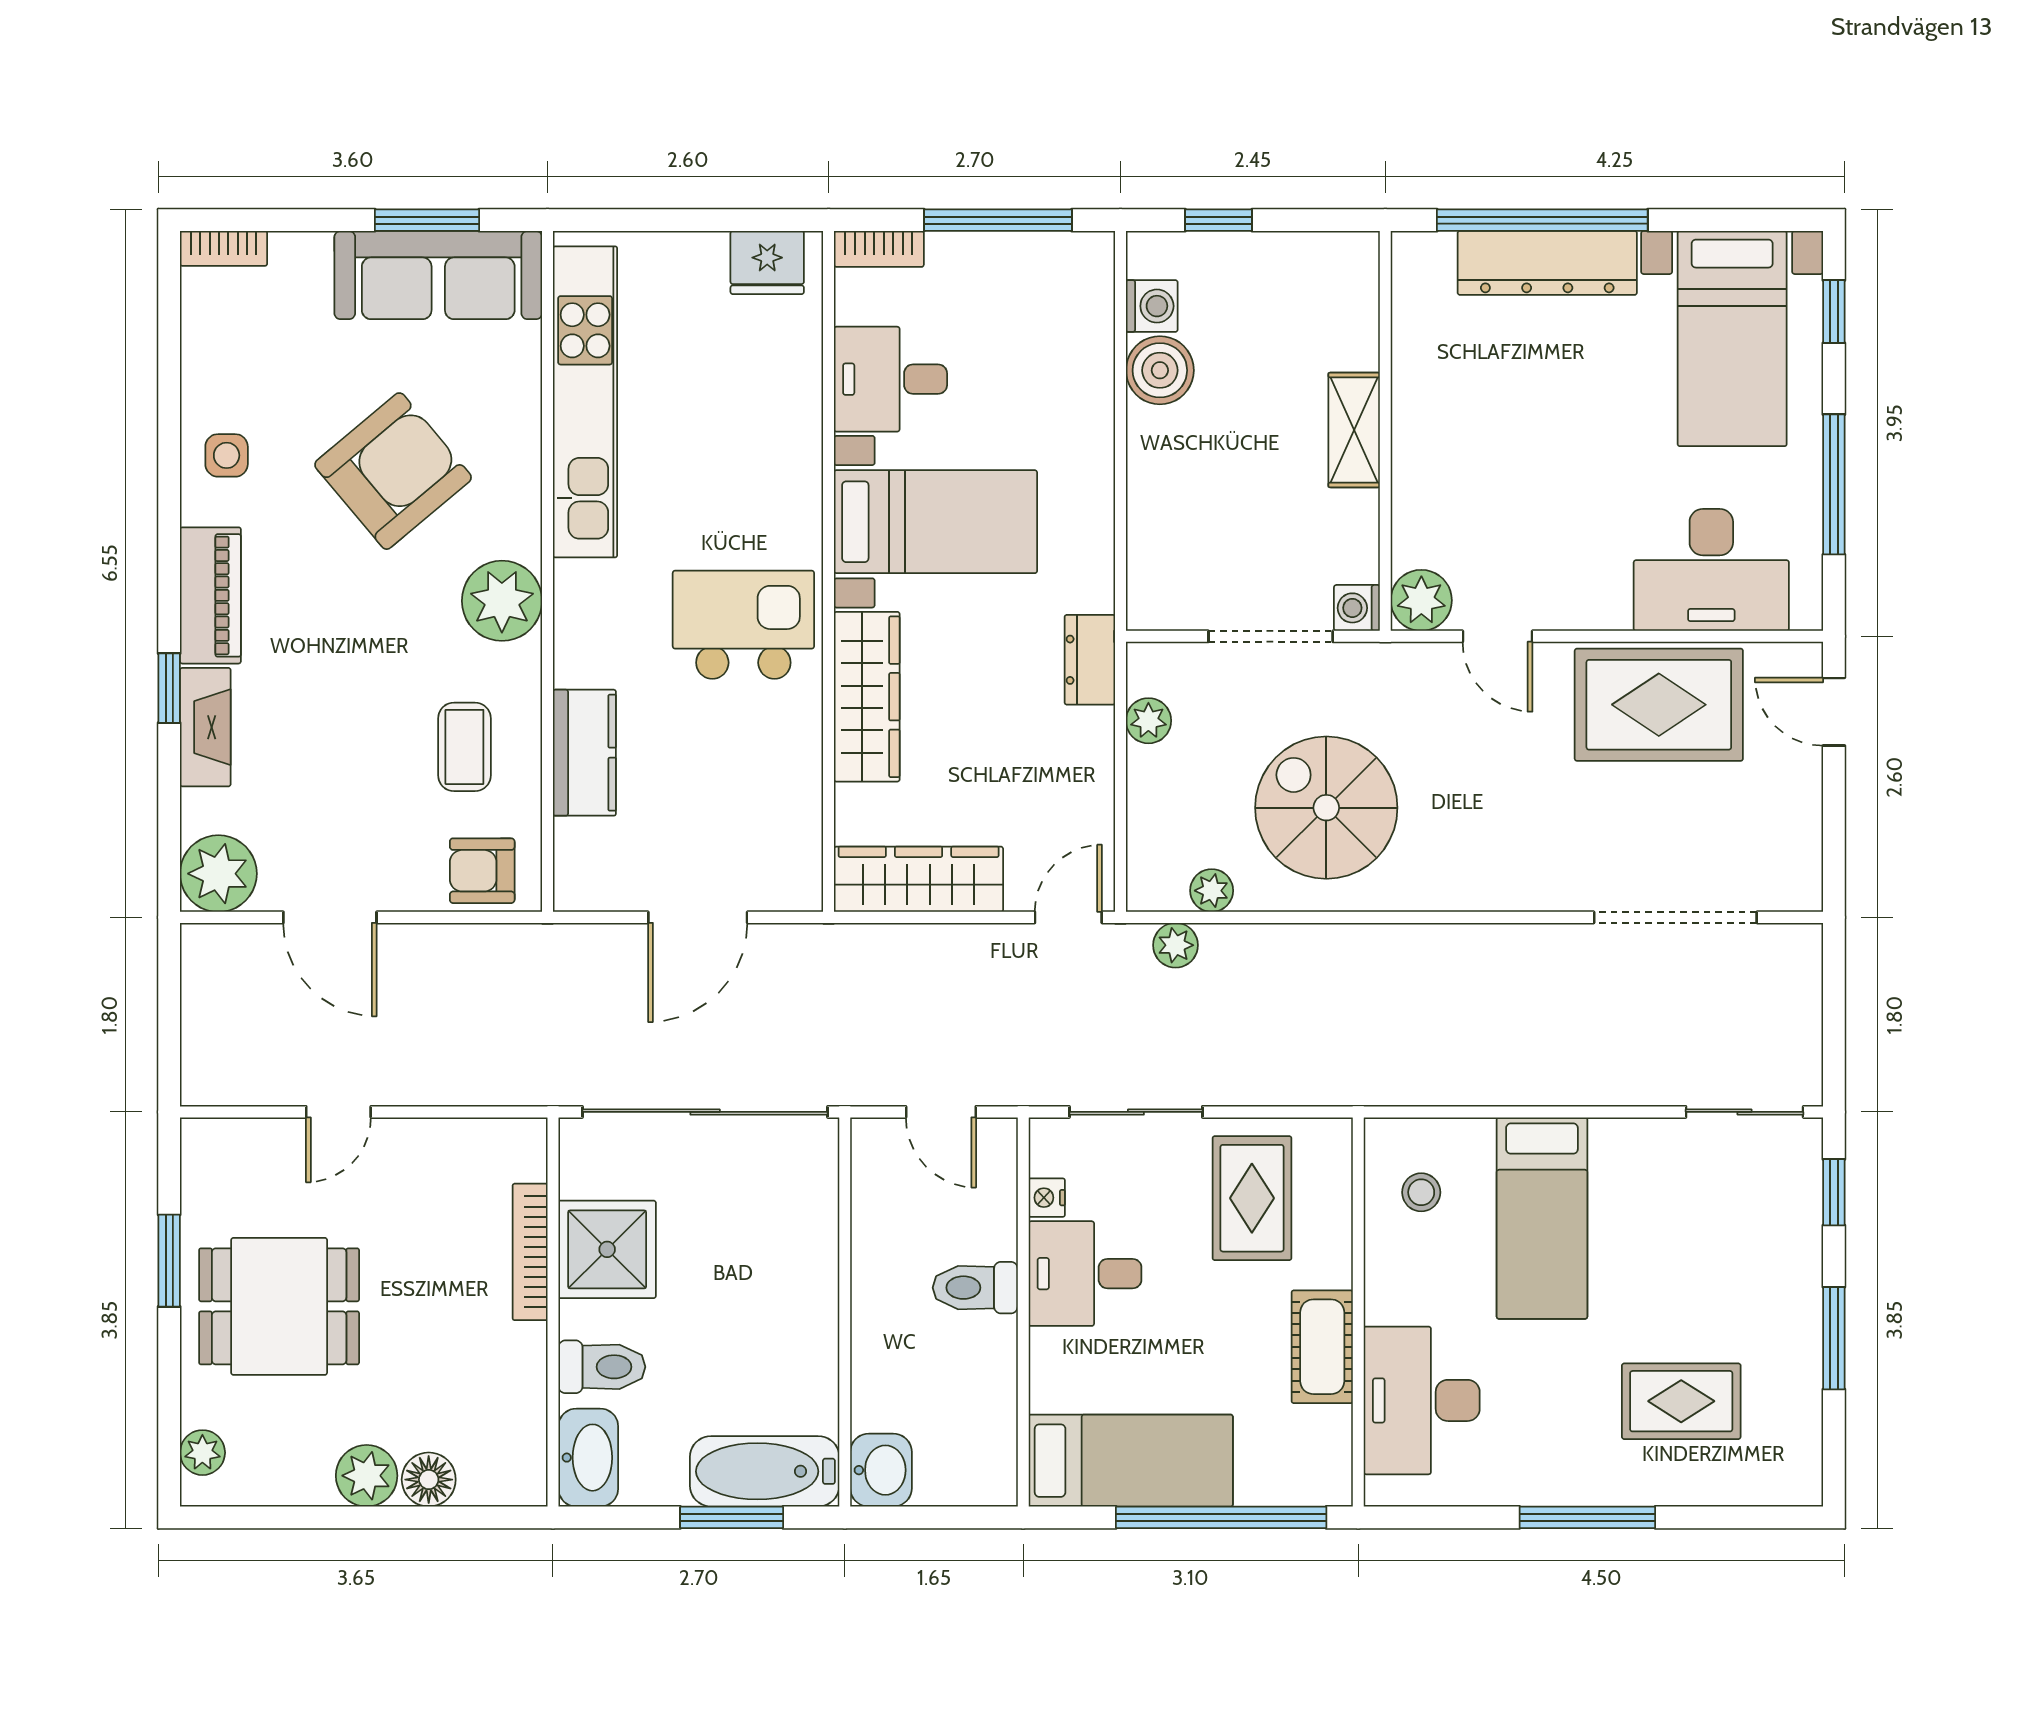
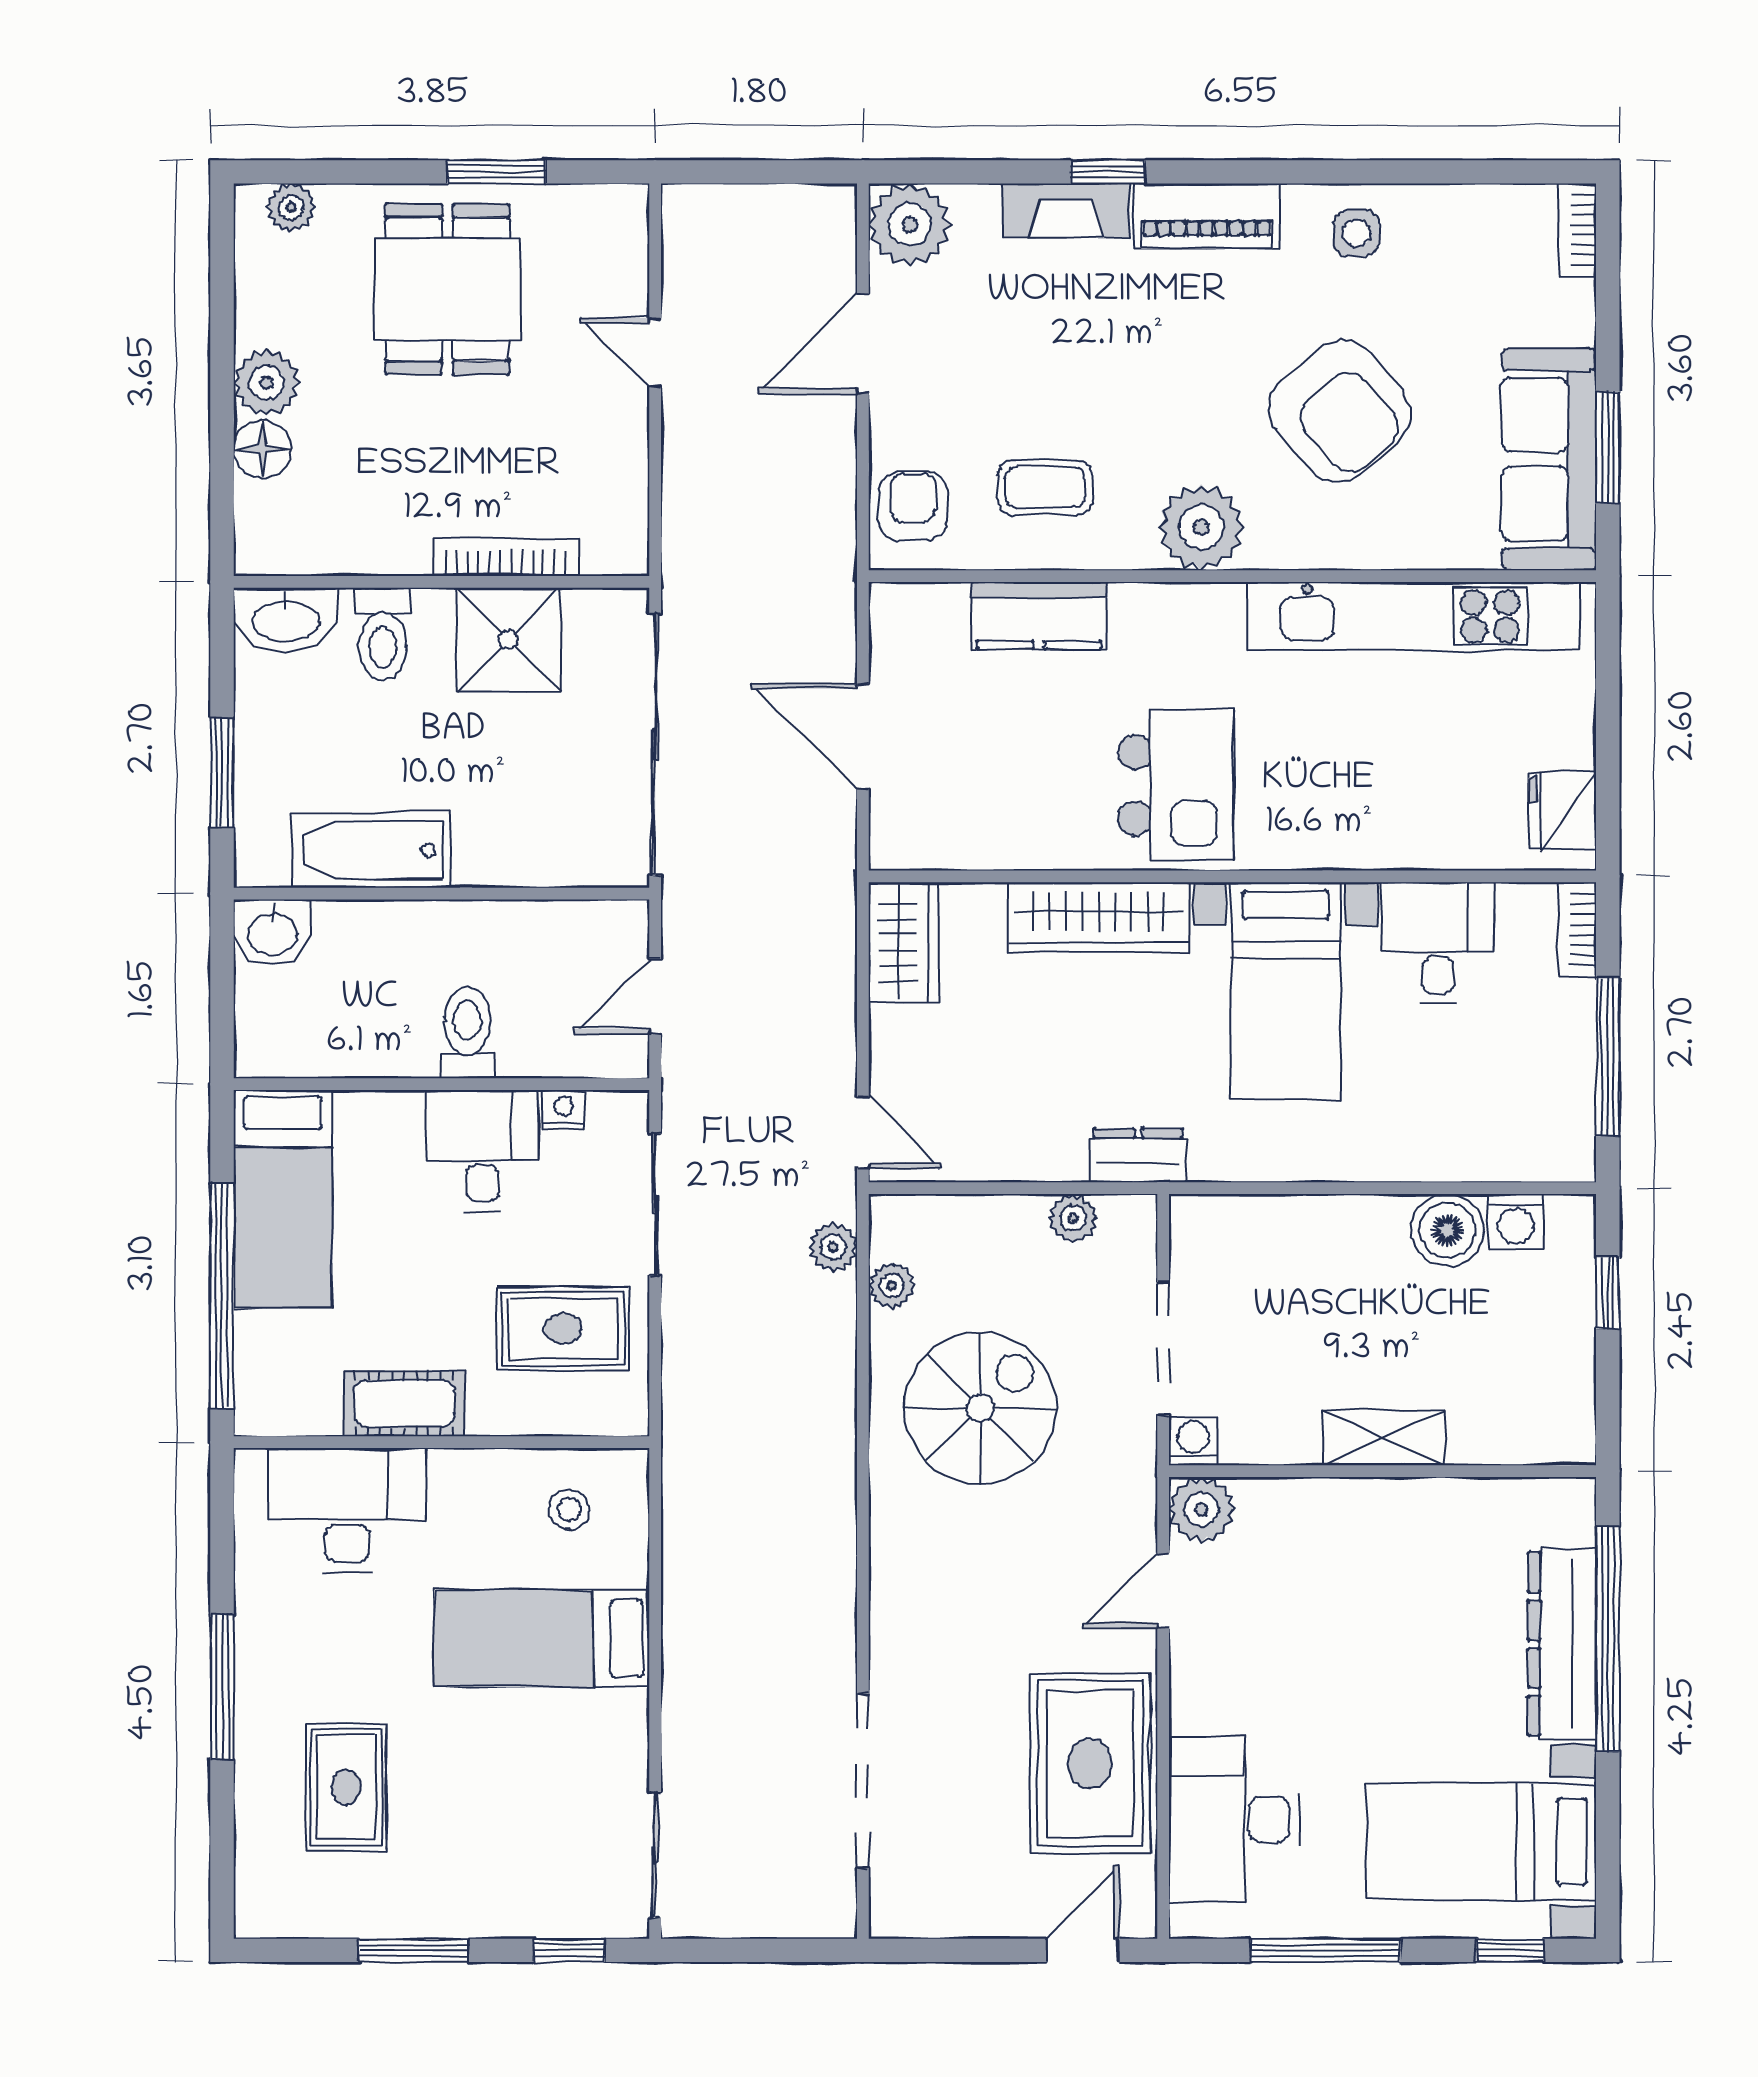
wardrobe: (919, 879) -> (904, 942), width x0.67
bathtub: (765, 1471) -> (371, 850), moved, turned -90

